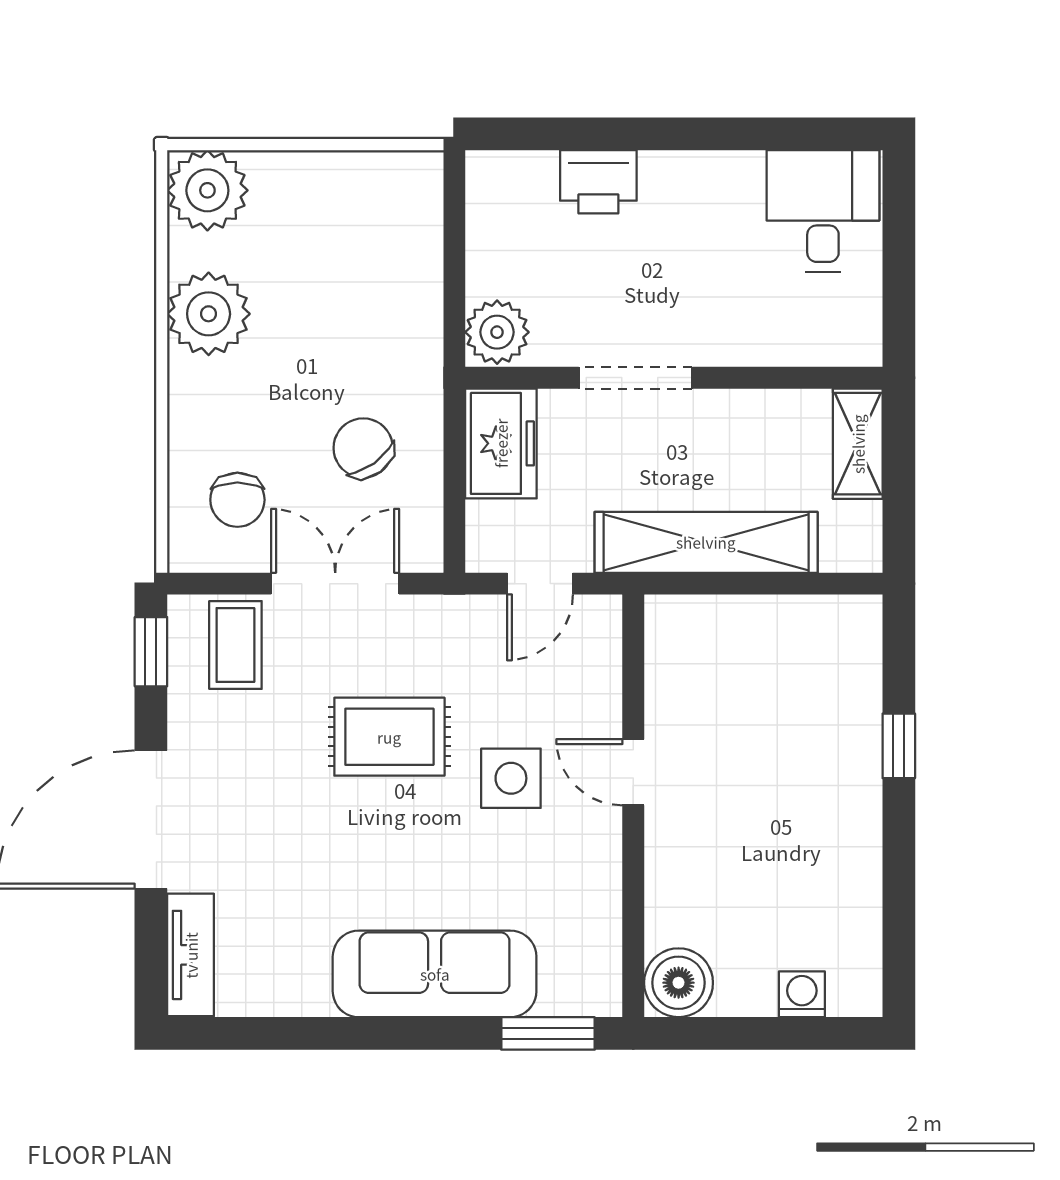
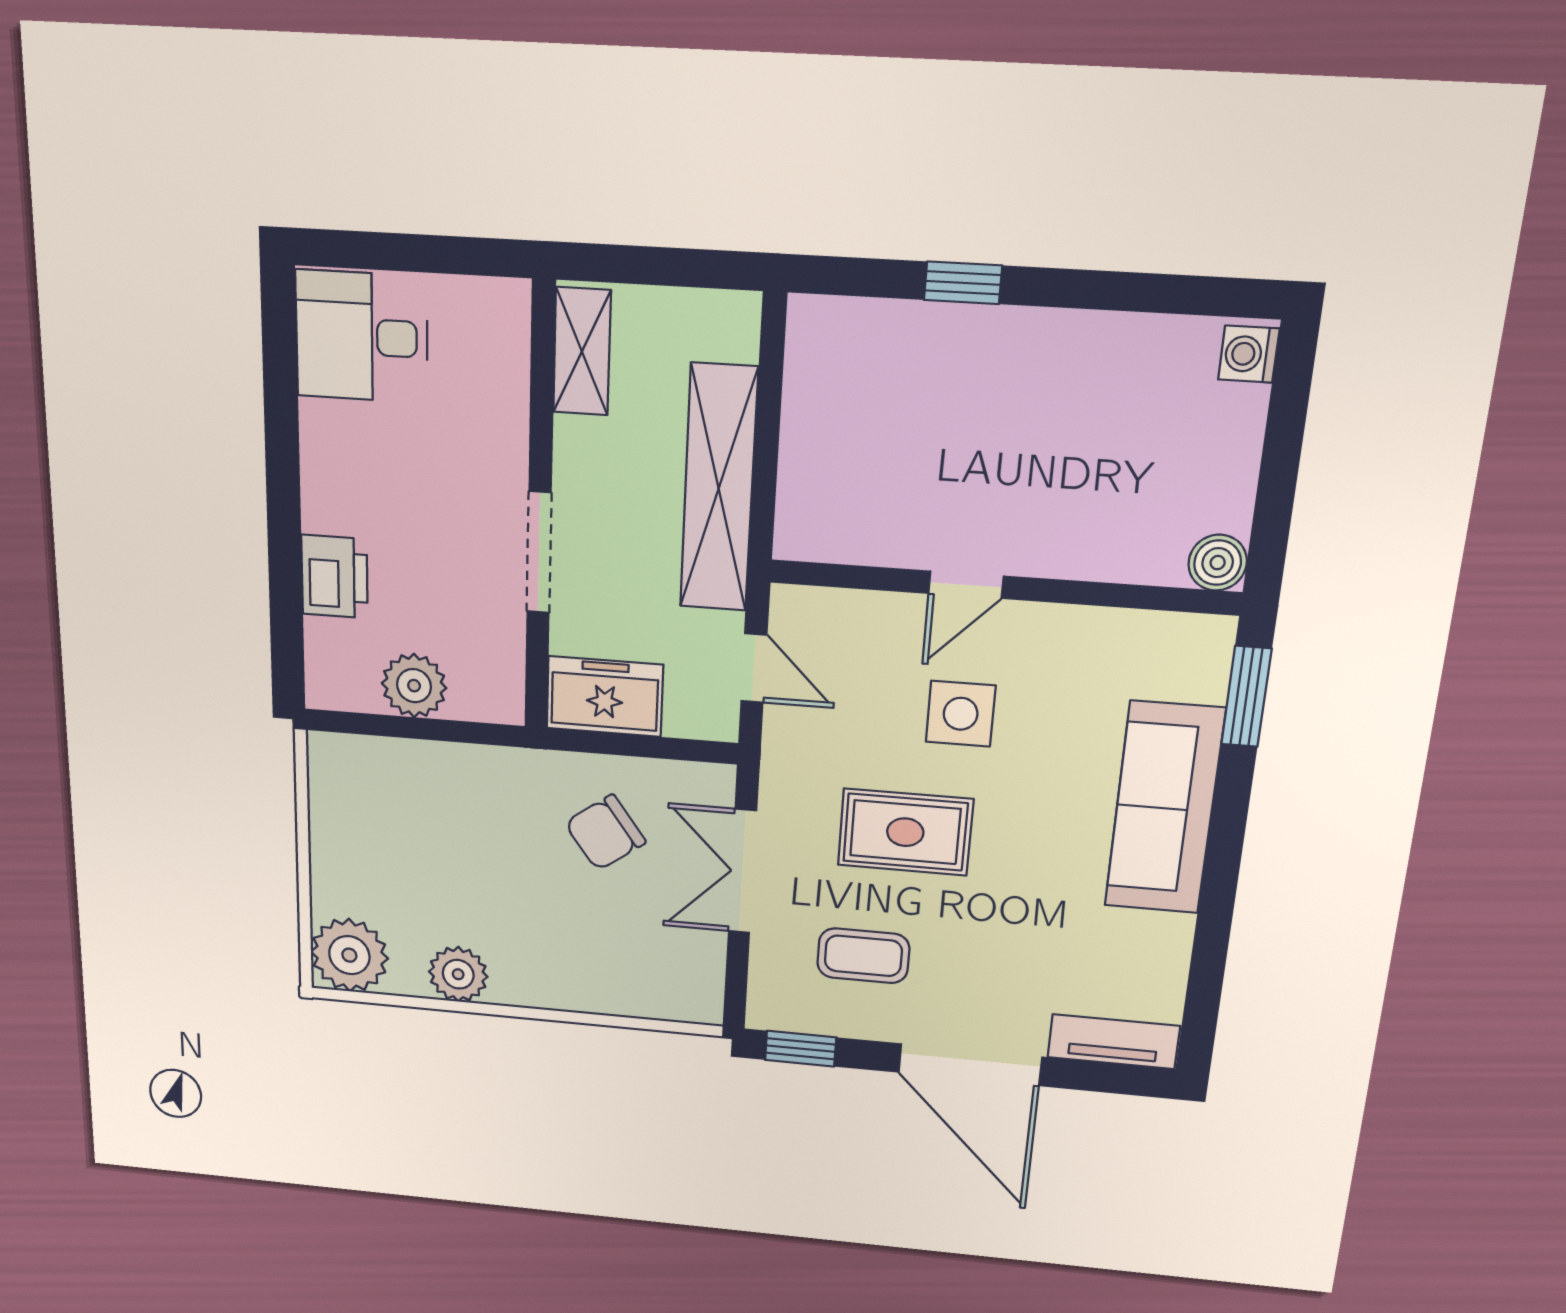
plant: (209, 314) -> (458, 974), width x0.73, depth x0.73
plant: (497, 332) -> (414, 686), moved
shelving: (858, 444) -> (582, 351), moved, turned 90
chair: (237, 500) -> (653, 956), removed
coffee table: (235, 645) -> (863, 956), moved
rug: (389, 737) -> (905, 832), turned 90
boiler: (679, 983) -> (1218, 563), width x0.73, depth x0.73
washing machine: (802, 994) -> (1249, 354), moved

